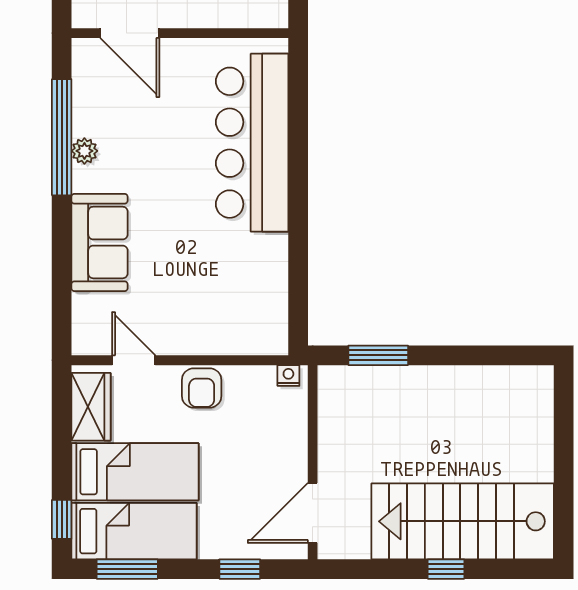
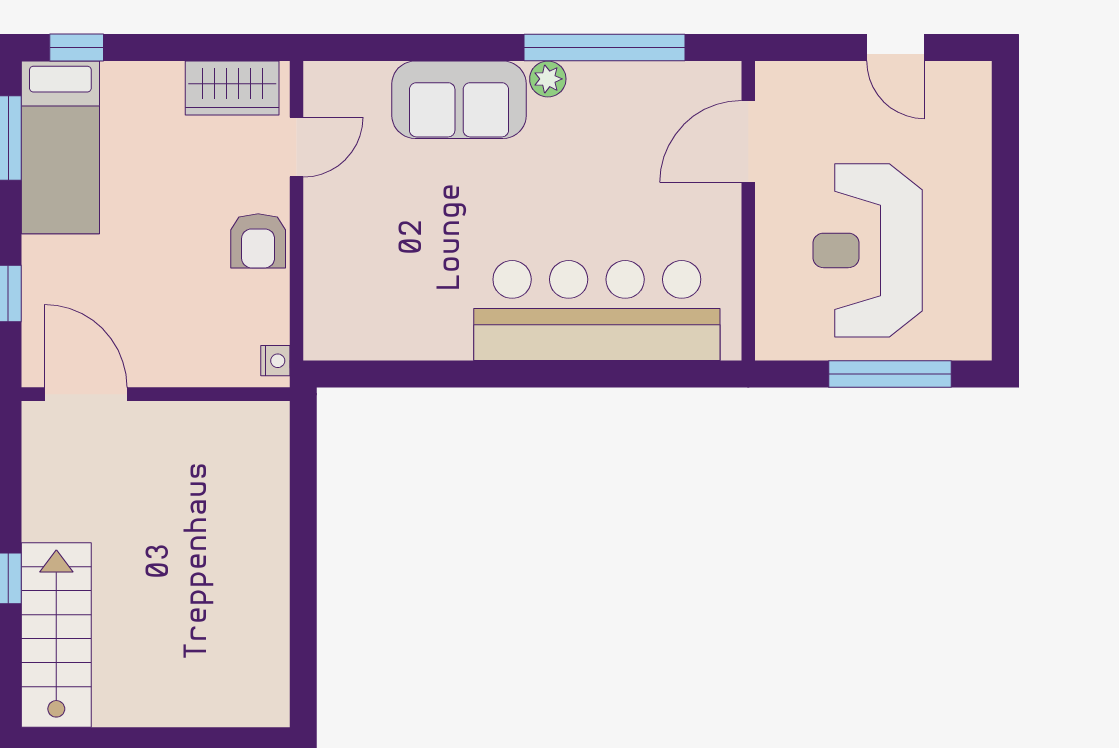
plant: (84, 151) -> (548, 79), moved
window: (378, 355) -> (303, 485), removed
armchair: (202, 388) -> (258, 241), turned -90
bed: (135, 472) -> (142, 149), removed
stairs: (463, 521) -> (56, 635), width x0.73, depth x0.66

